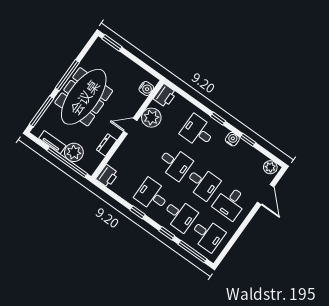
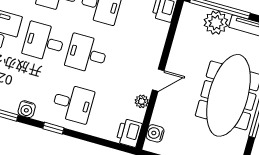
plant: (151, 118) -> (142, 101), width x0.53, depth x0.53
dresser: (107, 145) -> (179, 46), removed

